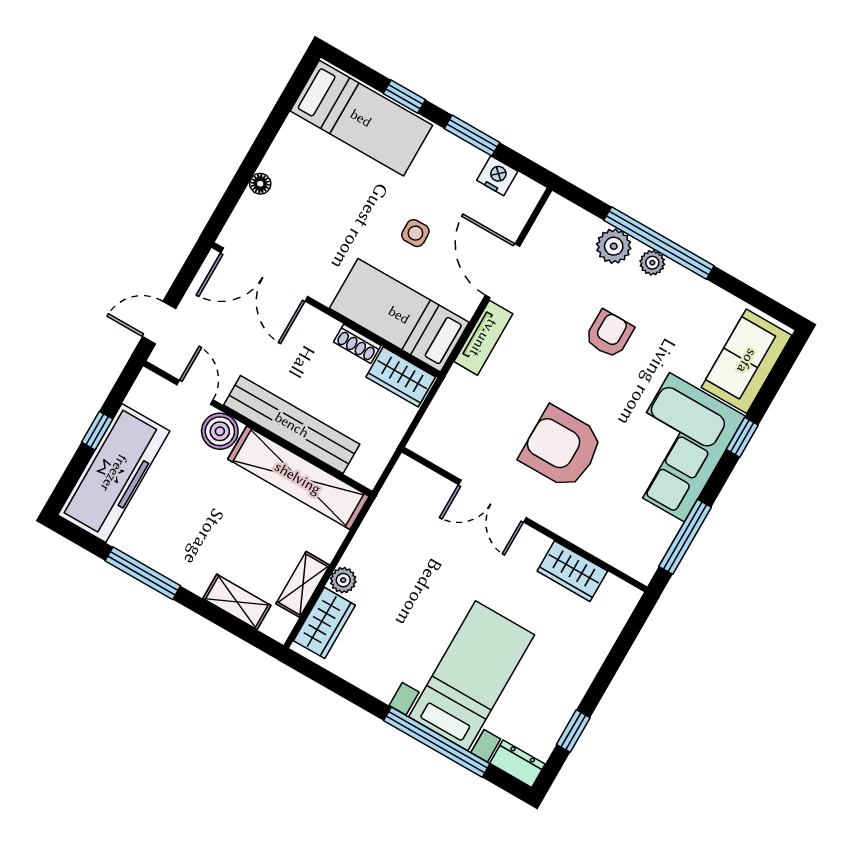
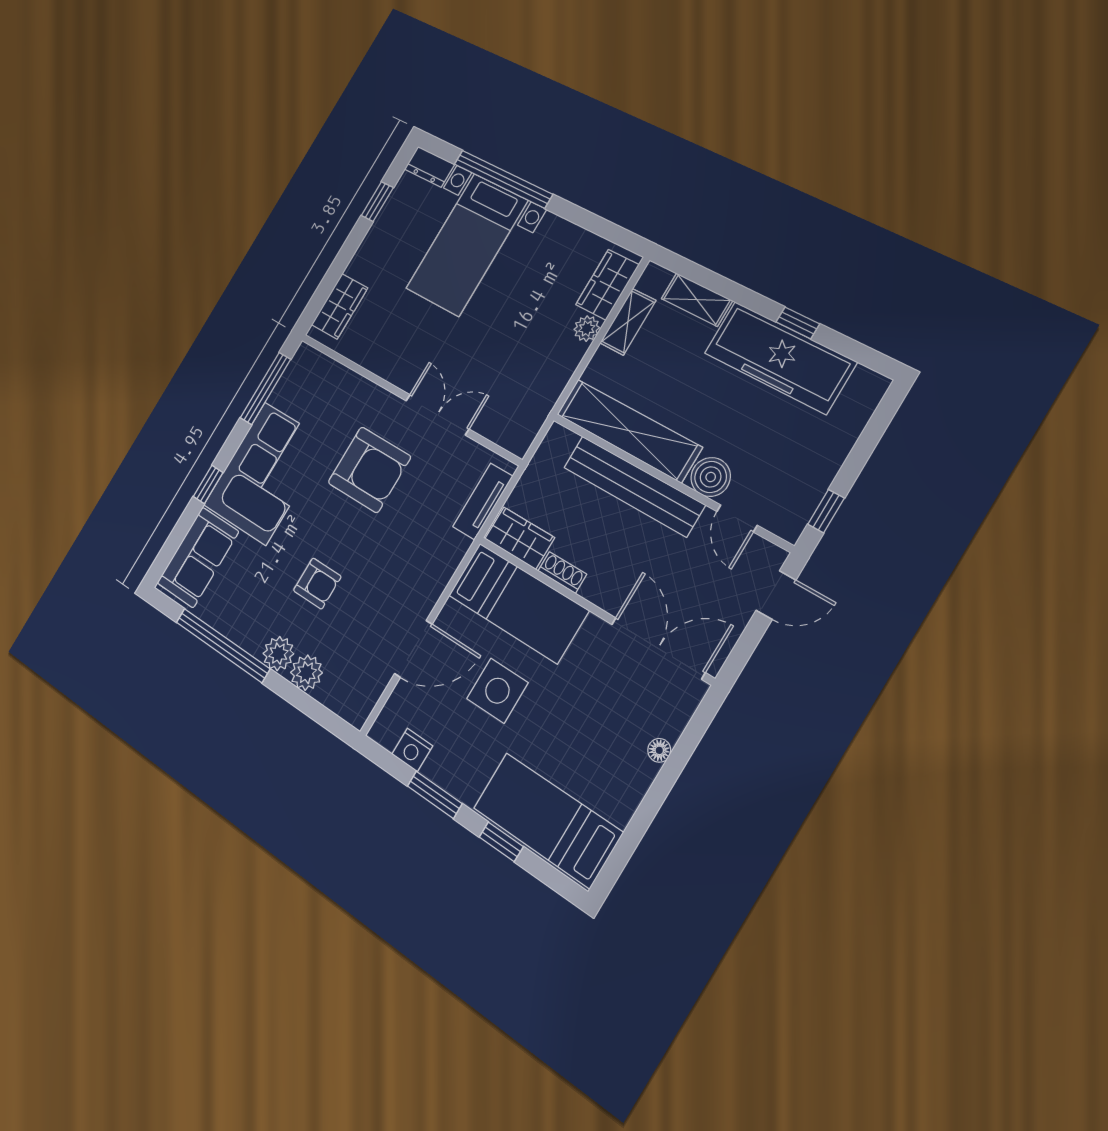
side table: (415, 233) -> (497, 691), width x1.87, depth x1.87
window: (659, 243) -> (223, 645), moved
plant: (652, 263) -> (278, 654), width x1.38, depth x1.38
door: (502, 271) -> (413, 649), hinge flipped
armchair: (609, 334) -> (317, 583), turned -90
tv unit: (483, 338) -> (483, 501), moved
window: (97, 431) -> (826, 511), moved
freezer: (114, 473) -> (780, 357), moved, turned -90
wardrobe: (572, 571) -> (340, 306), moved, turned 90
window: (143, 573) -> (798, 323), width x0.46

